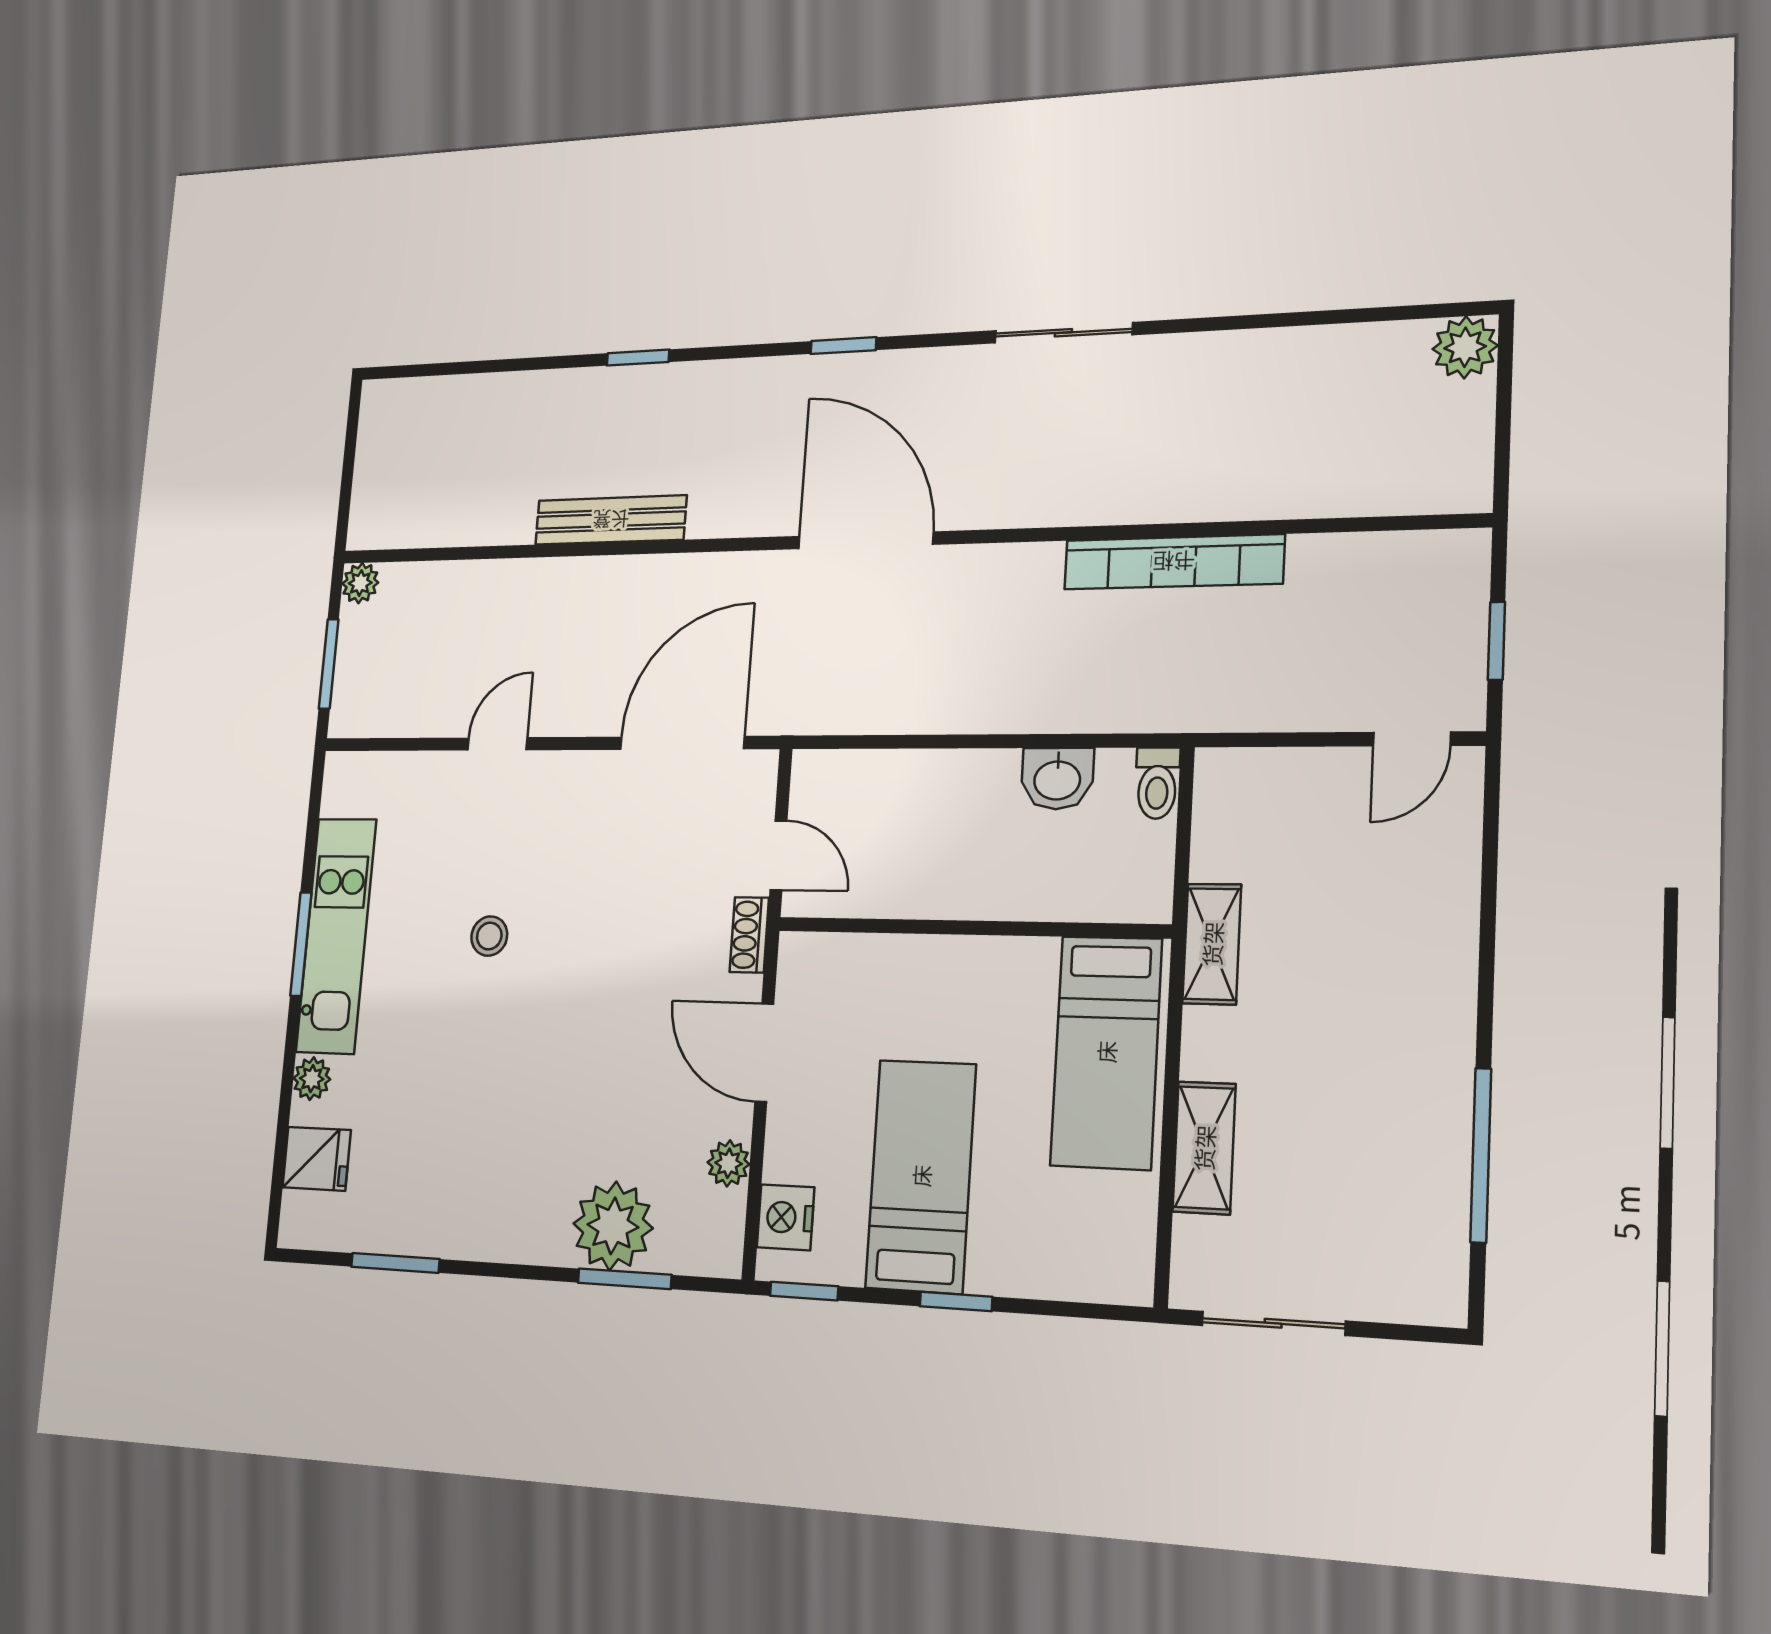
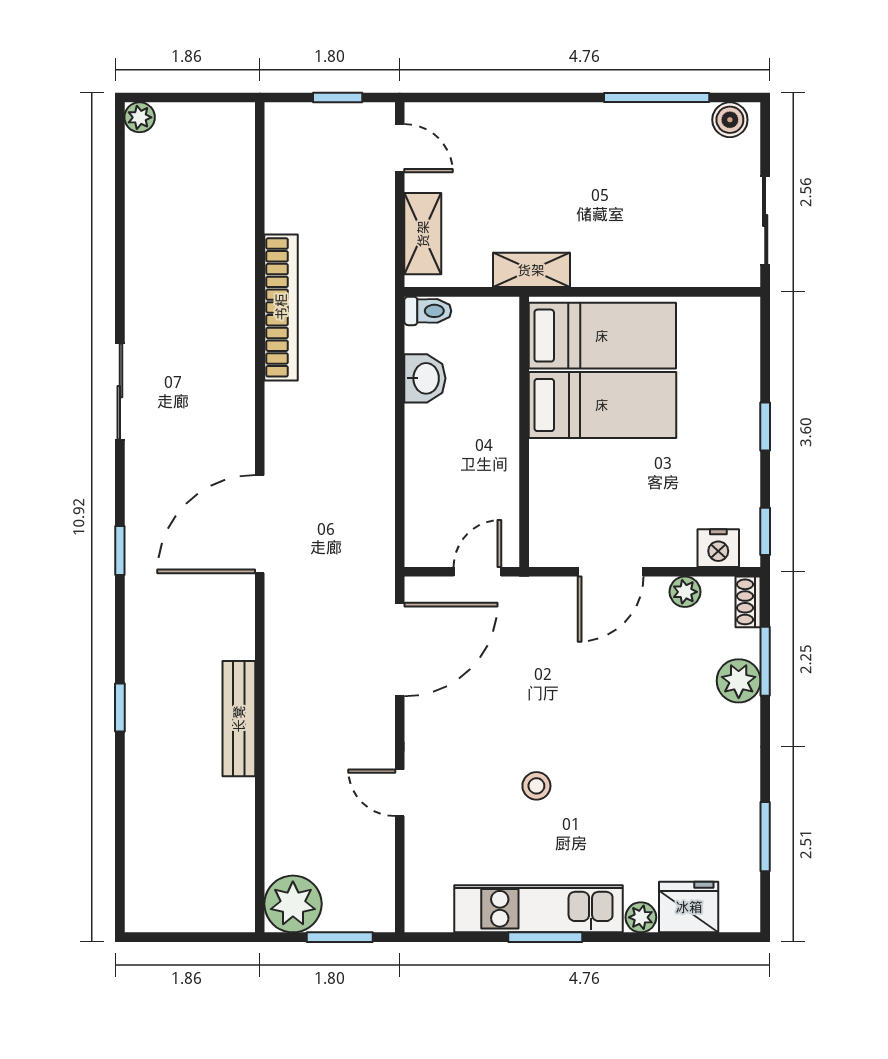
plant: (1465, 347) -> (140, 117), width x0.73, depth x0.73
plant: (360, 583) -> (293, 904), width x1.87, depth x1.87
door: (682, 743) -> (400, 650), swing flipped
shoe rack: (749, 935) -> (748, 602), moved, turned 90
shelving: (1204, 1148) -> (423, 234), moved, turned 90
fridge: (317, 1159) -> (689, 907), width x1.38
bed: (921, 1176) -> (602, 405), moved, turned 180
plant: (613, 1226) -> (739, 681), width x0.73, depth x0.73
boiler: (1440, 1275) -> (730, 120), added

